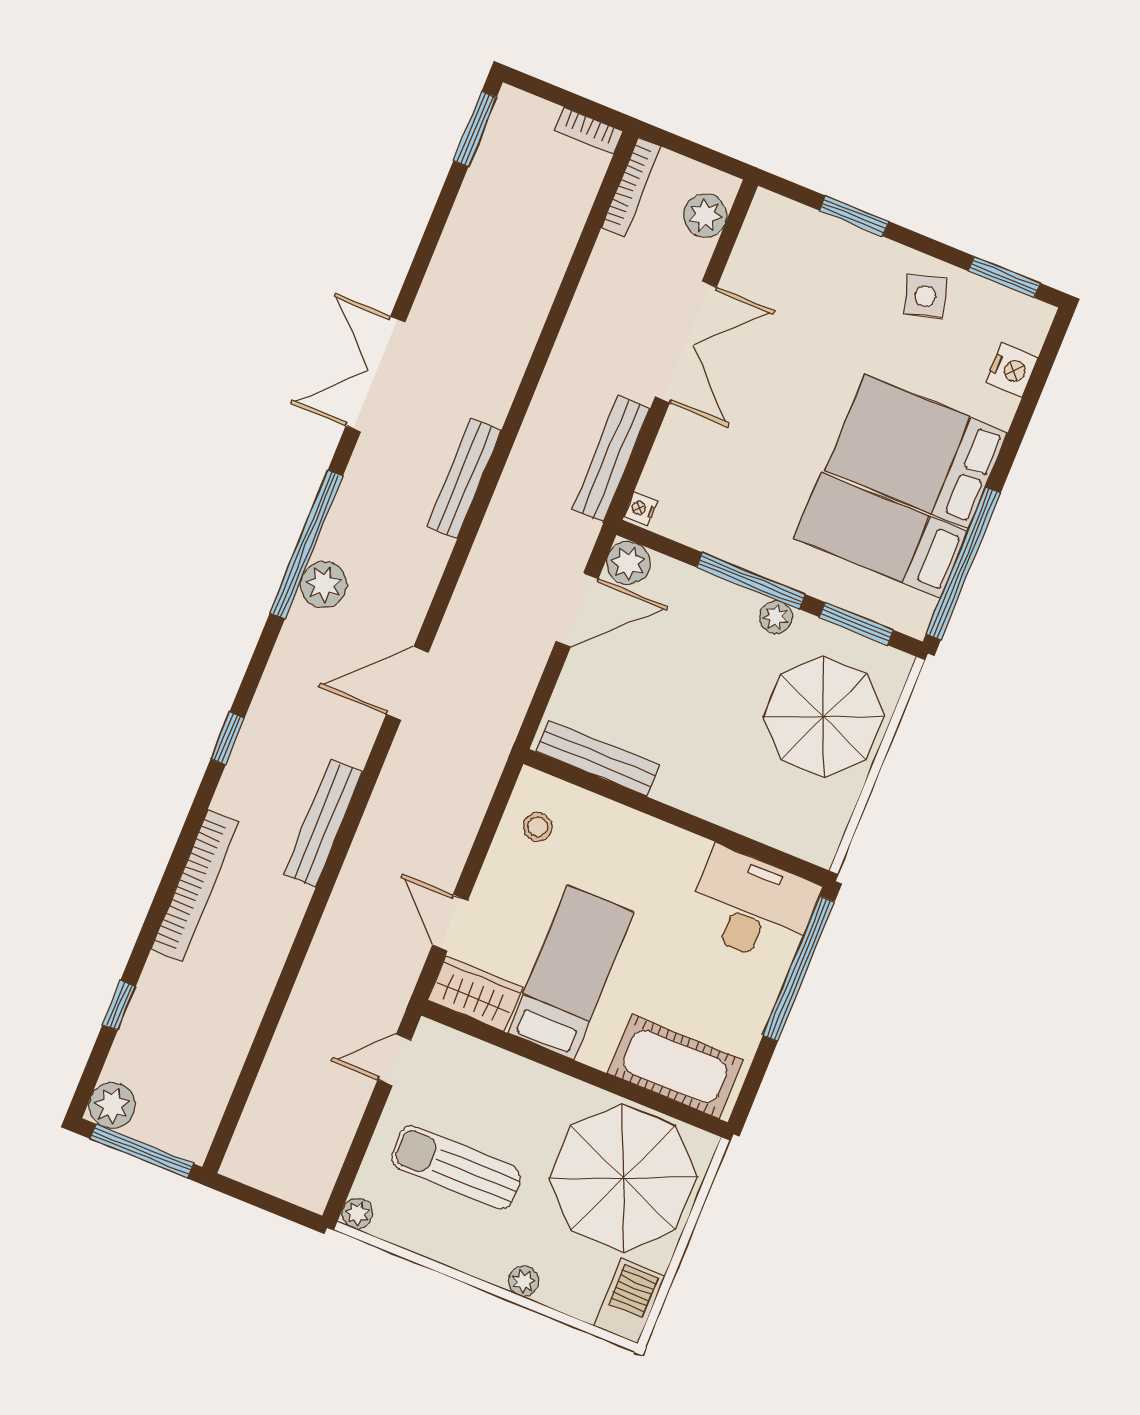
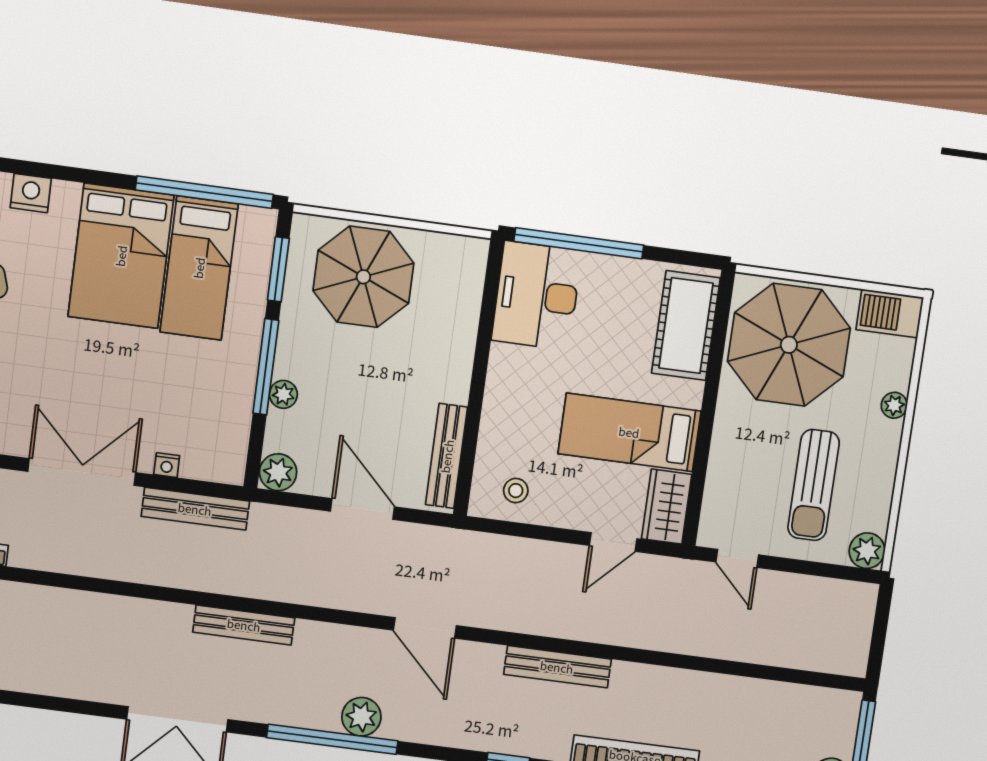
nightstand: (641, 509) -> (167, 465), moved
door: (577, 610) -> (362, 509), moved
plant: (776, 617) -> (283, 394), moved
plant: (357, 1213) -> (867, 551), width x1.38, depth x1.38

